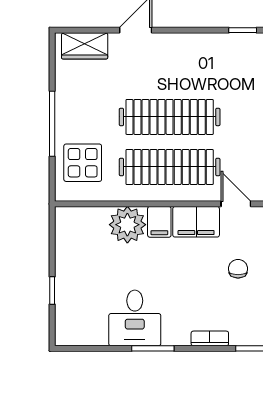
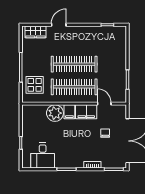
desk: (135, 318) -> (43, 155), moved

